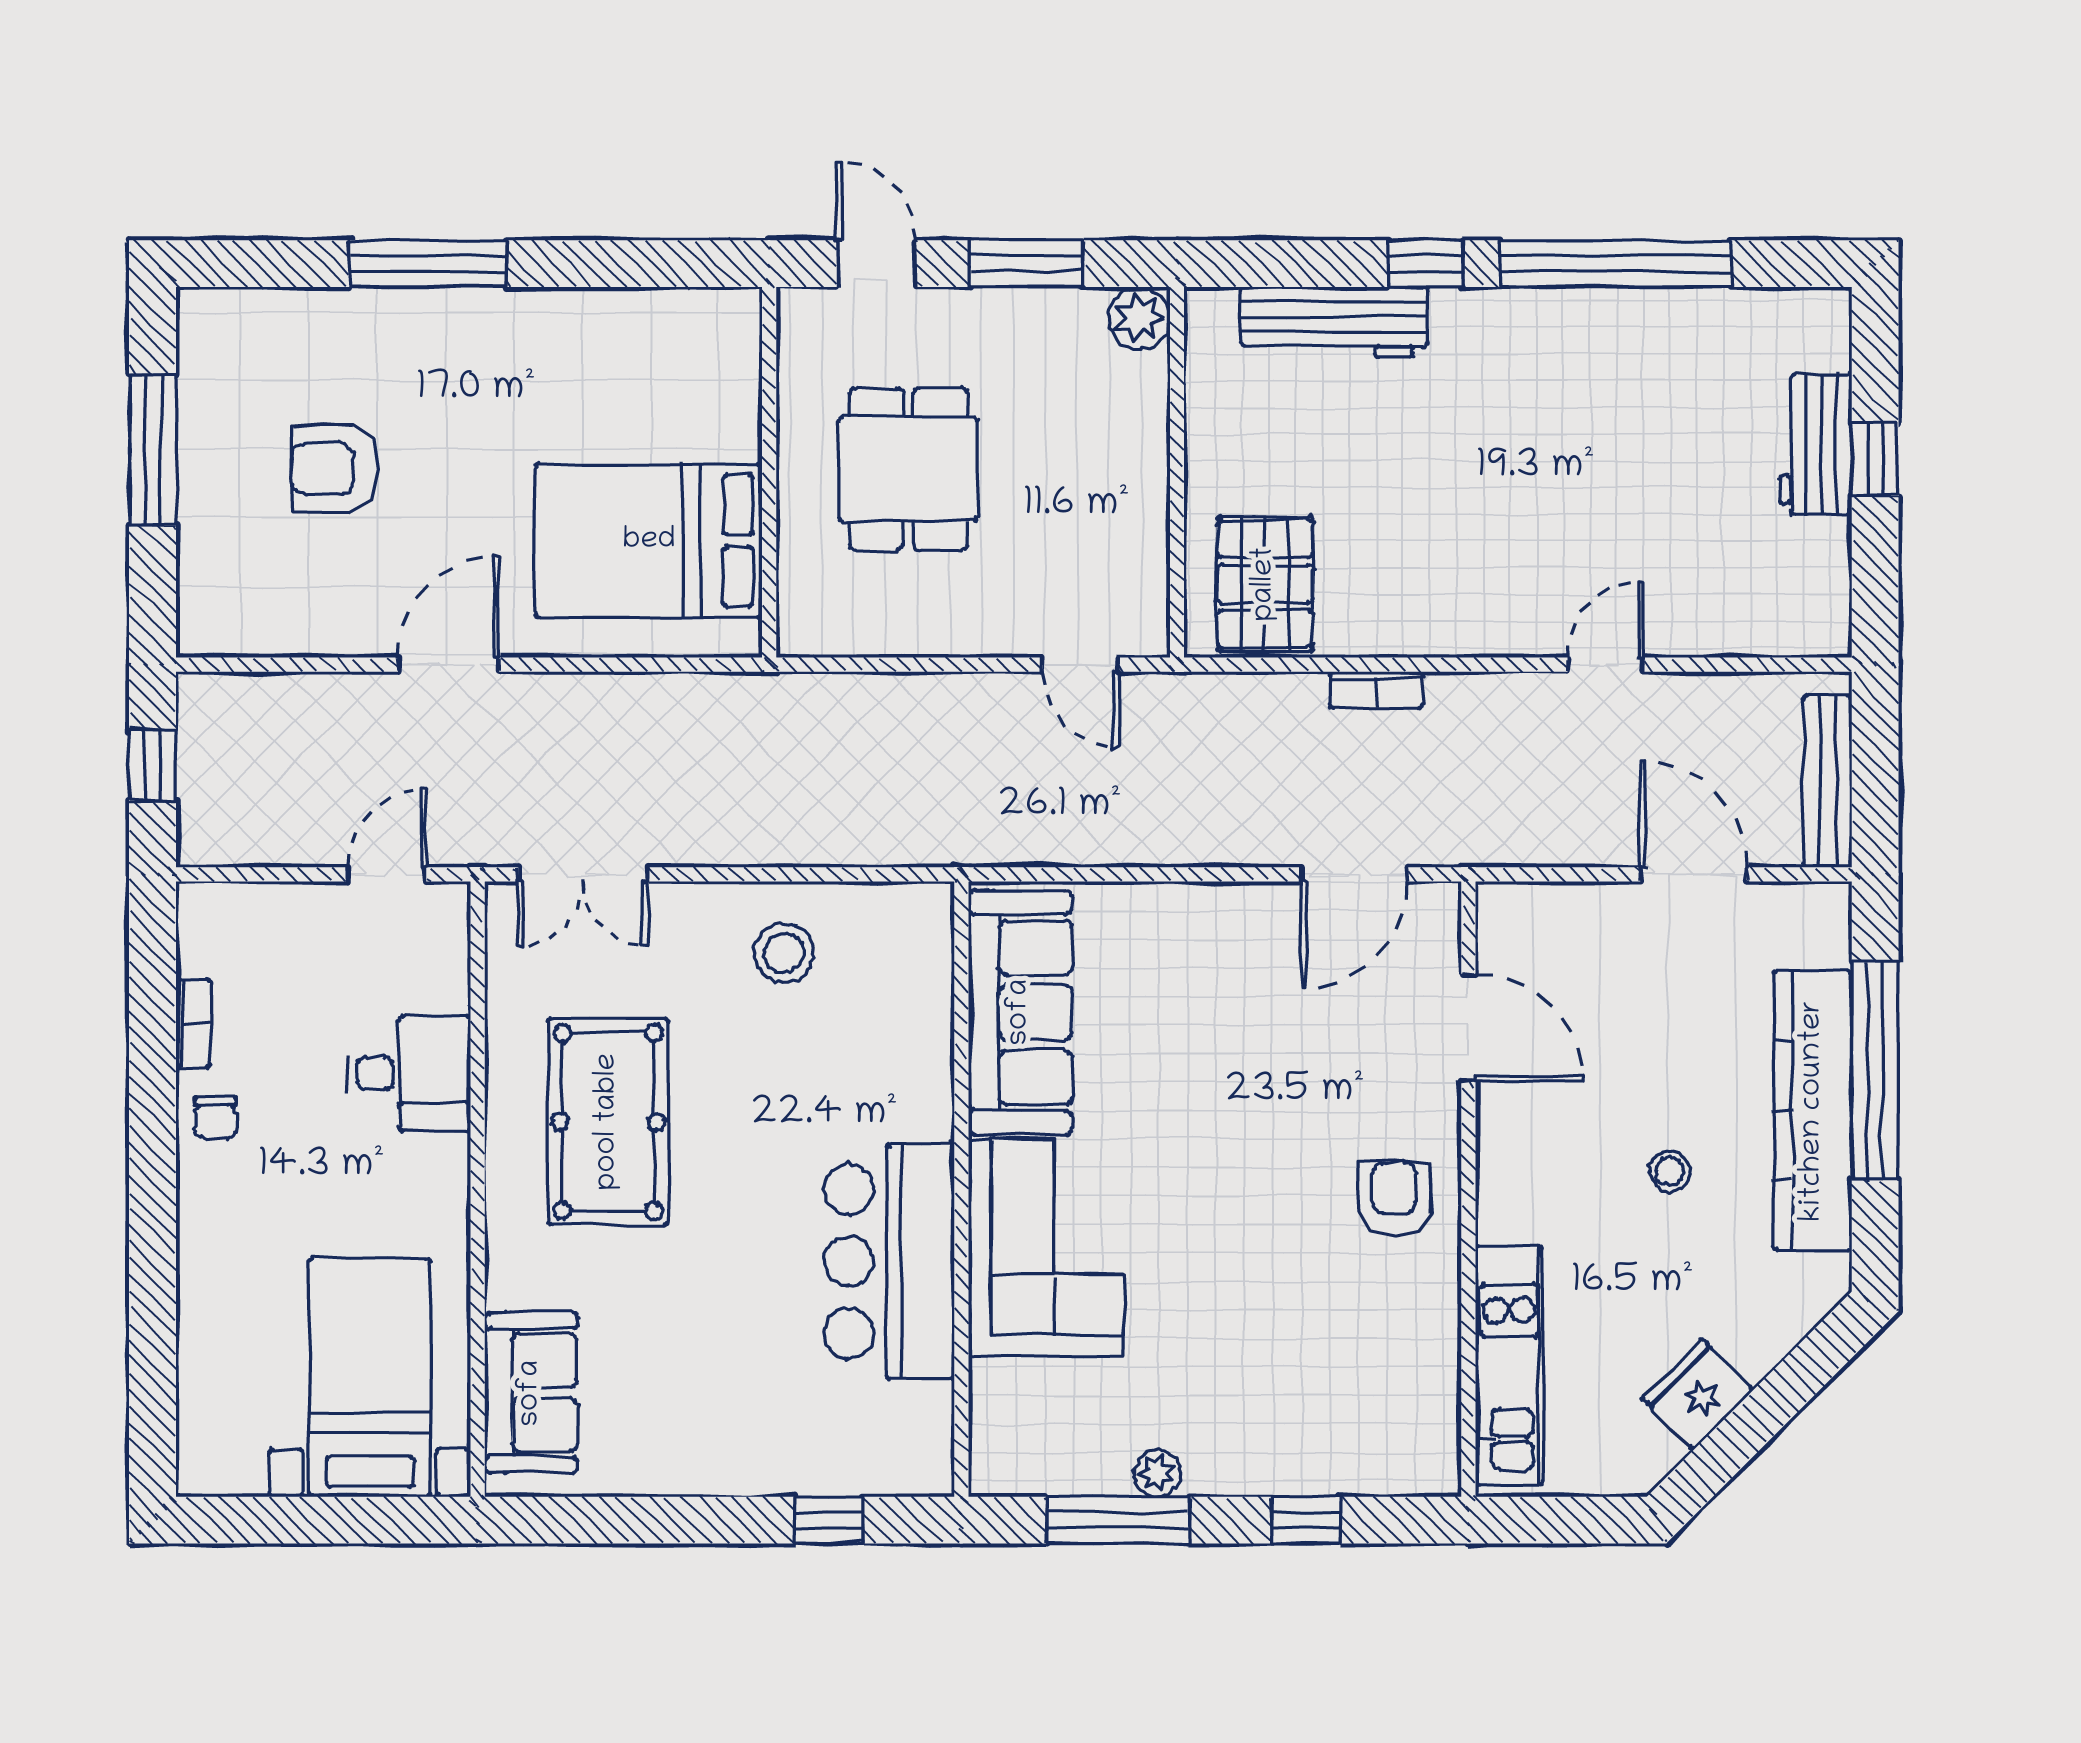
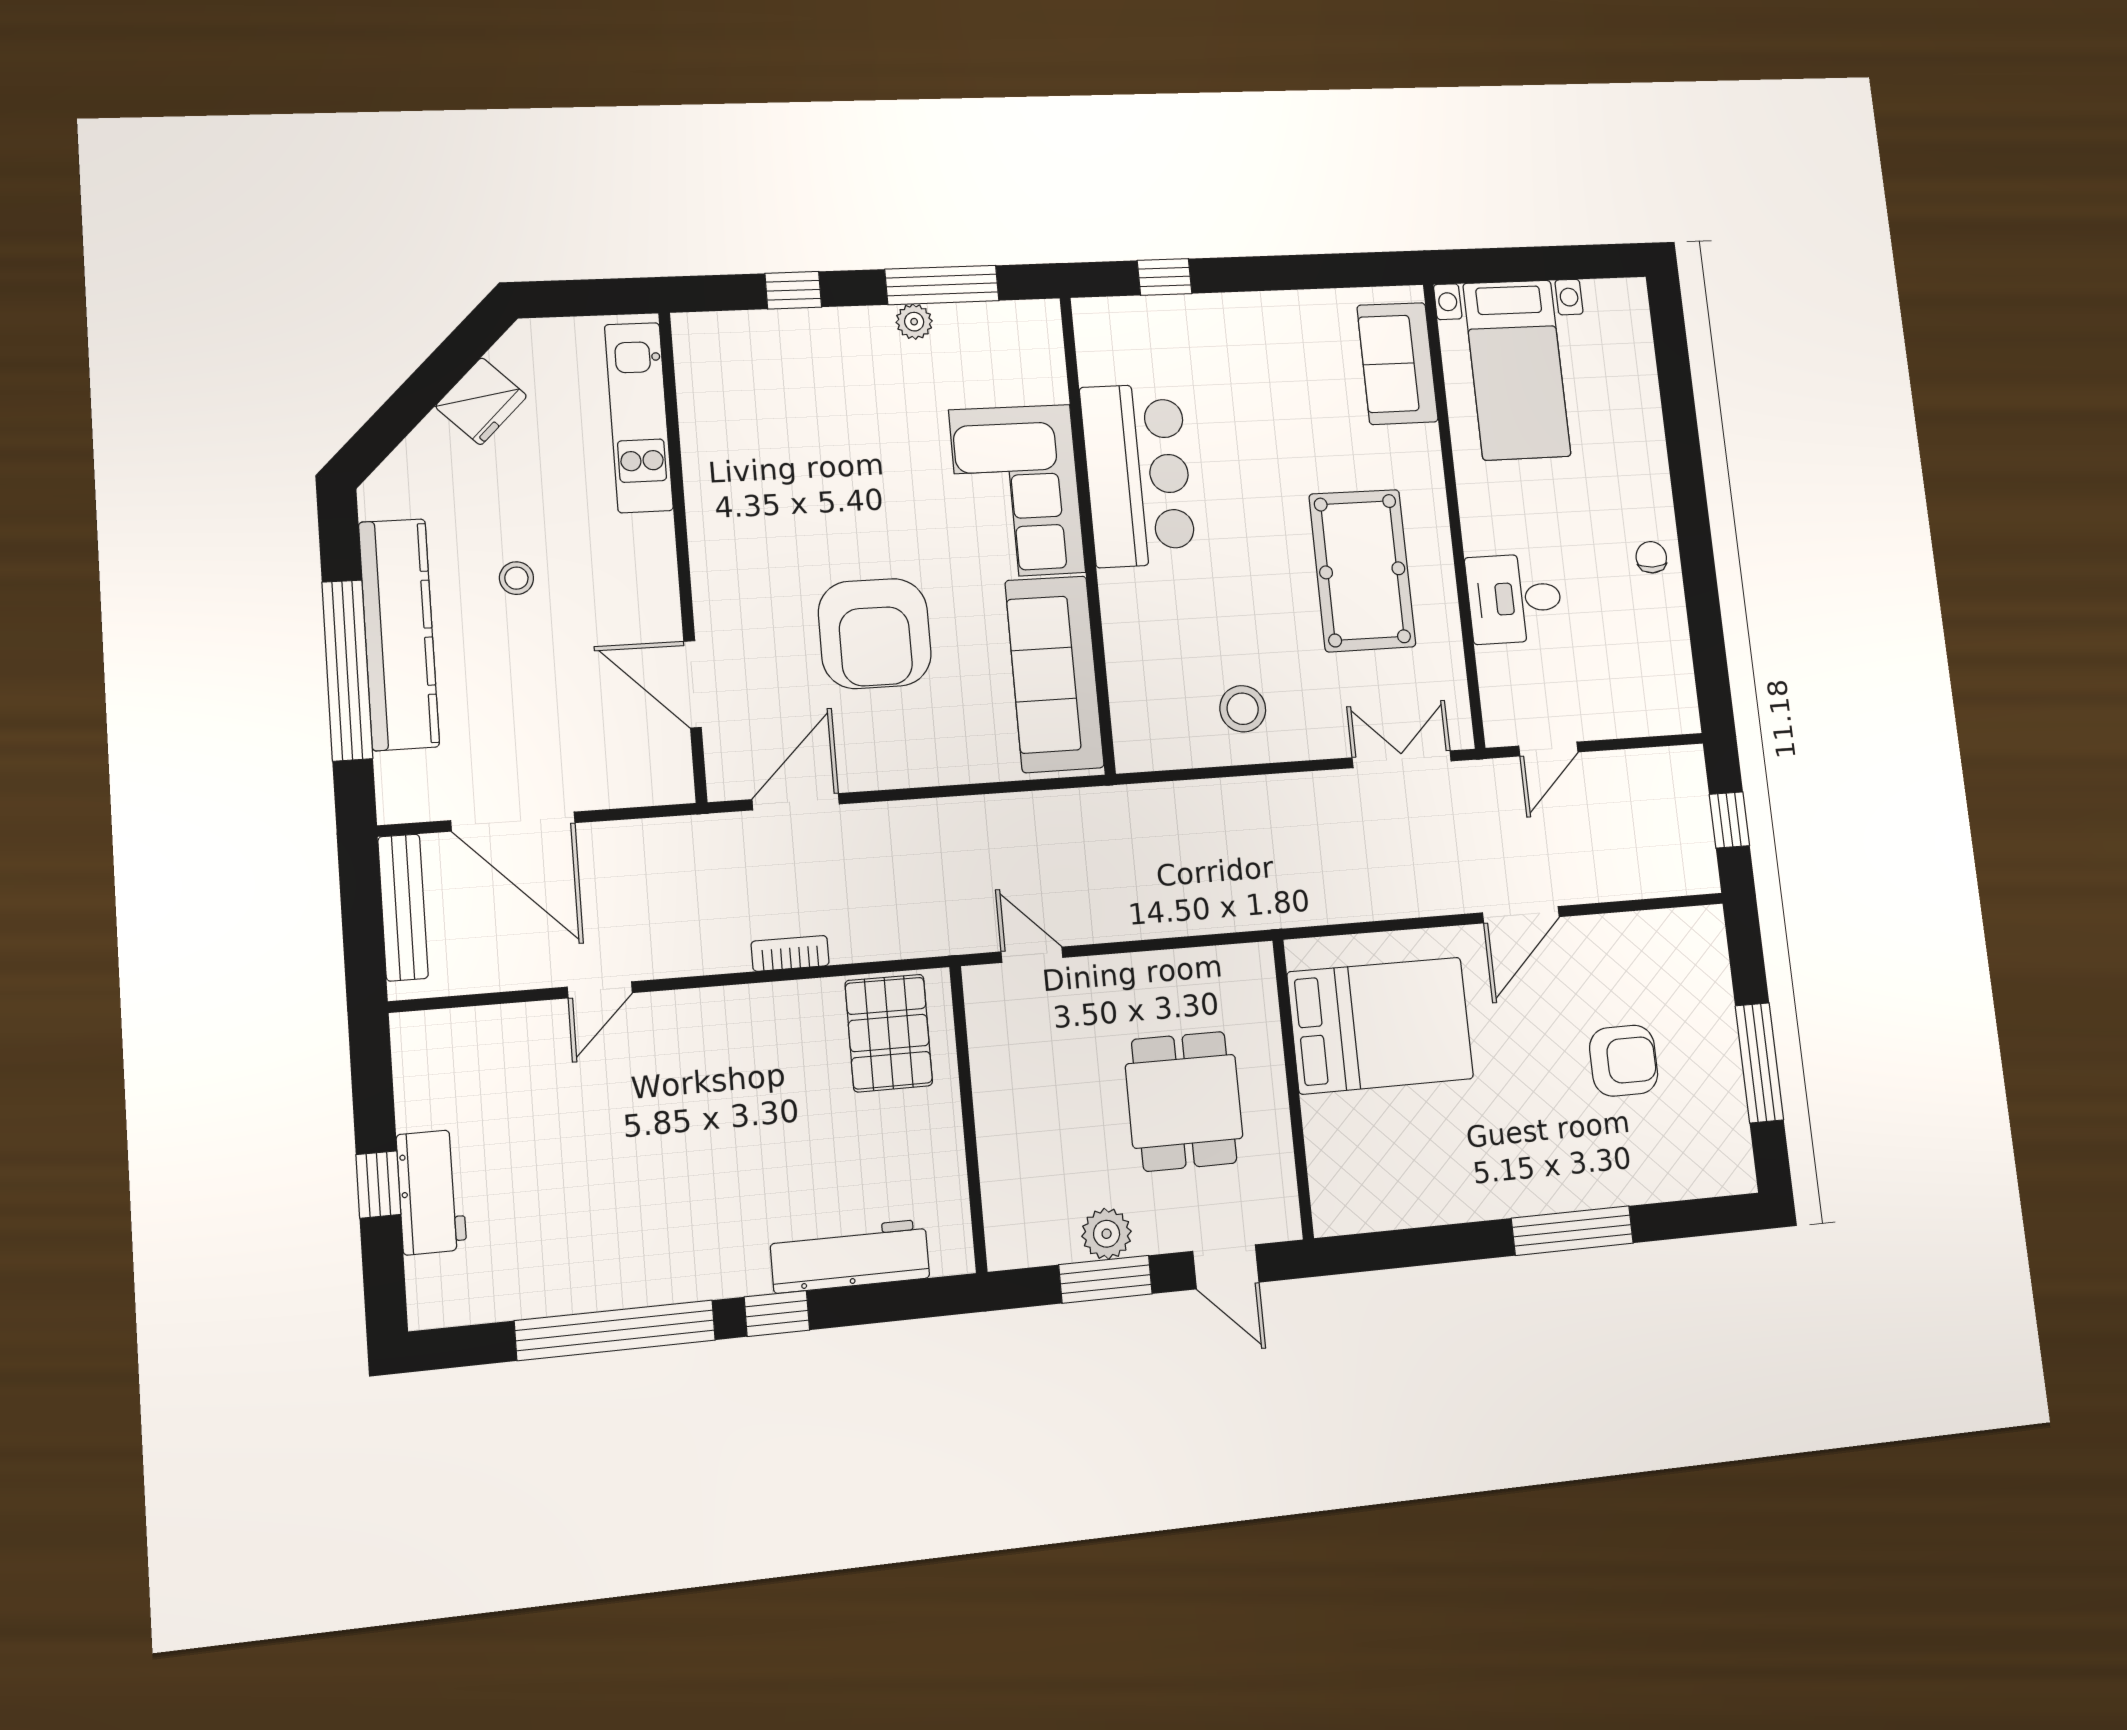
plant: (1139, 318) -> (1107, 1234), moved
door: (1693, 874) -> (513, 822), width x1.36
bookcase: (193, 1024) -> (1676, 627), removed
armchair: (1394, 1198) -> (875, 634), moved, width x1.88, depth x1.88

